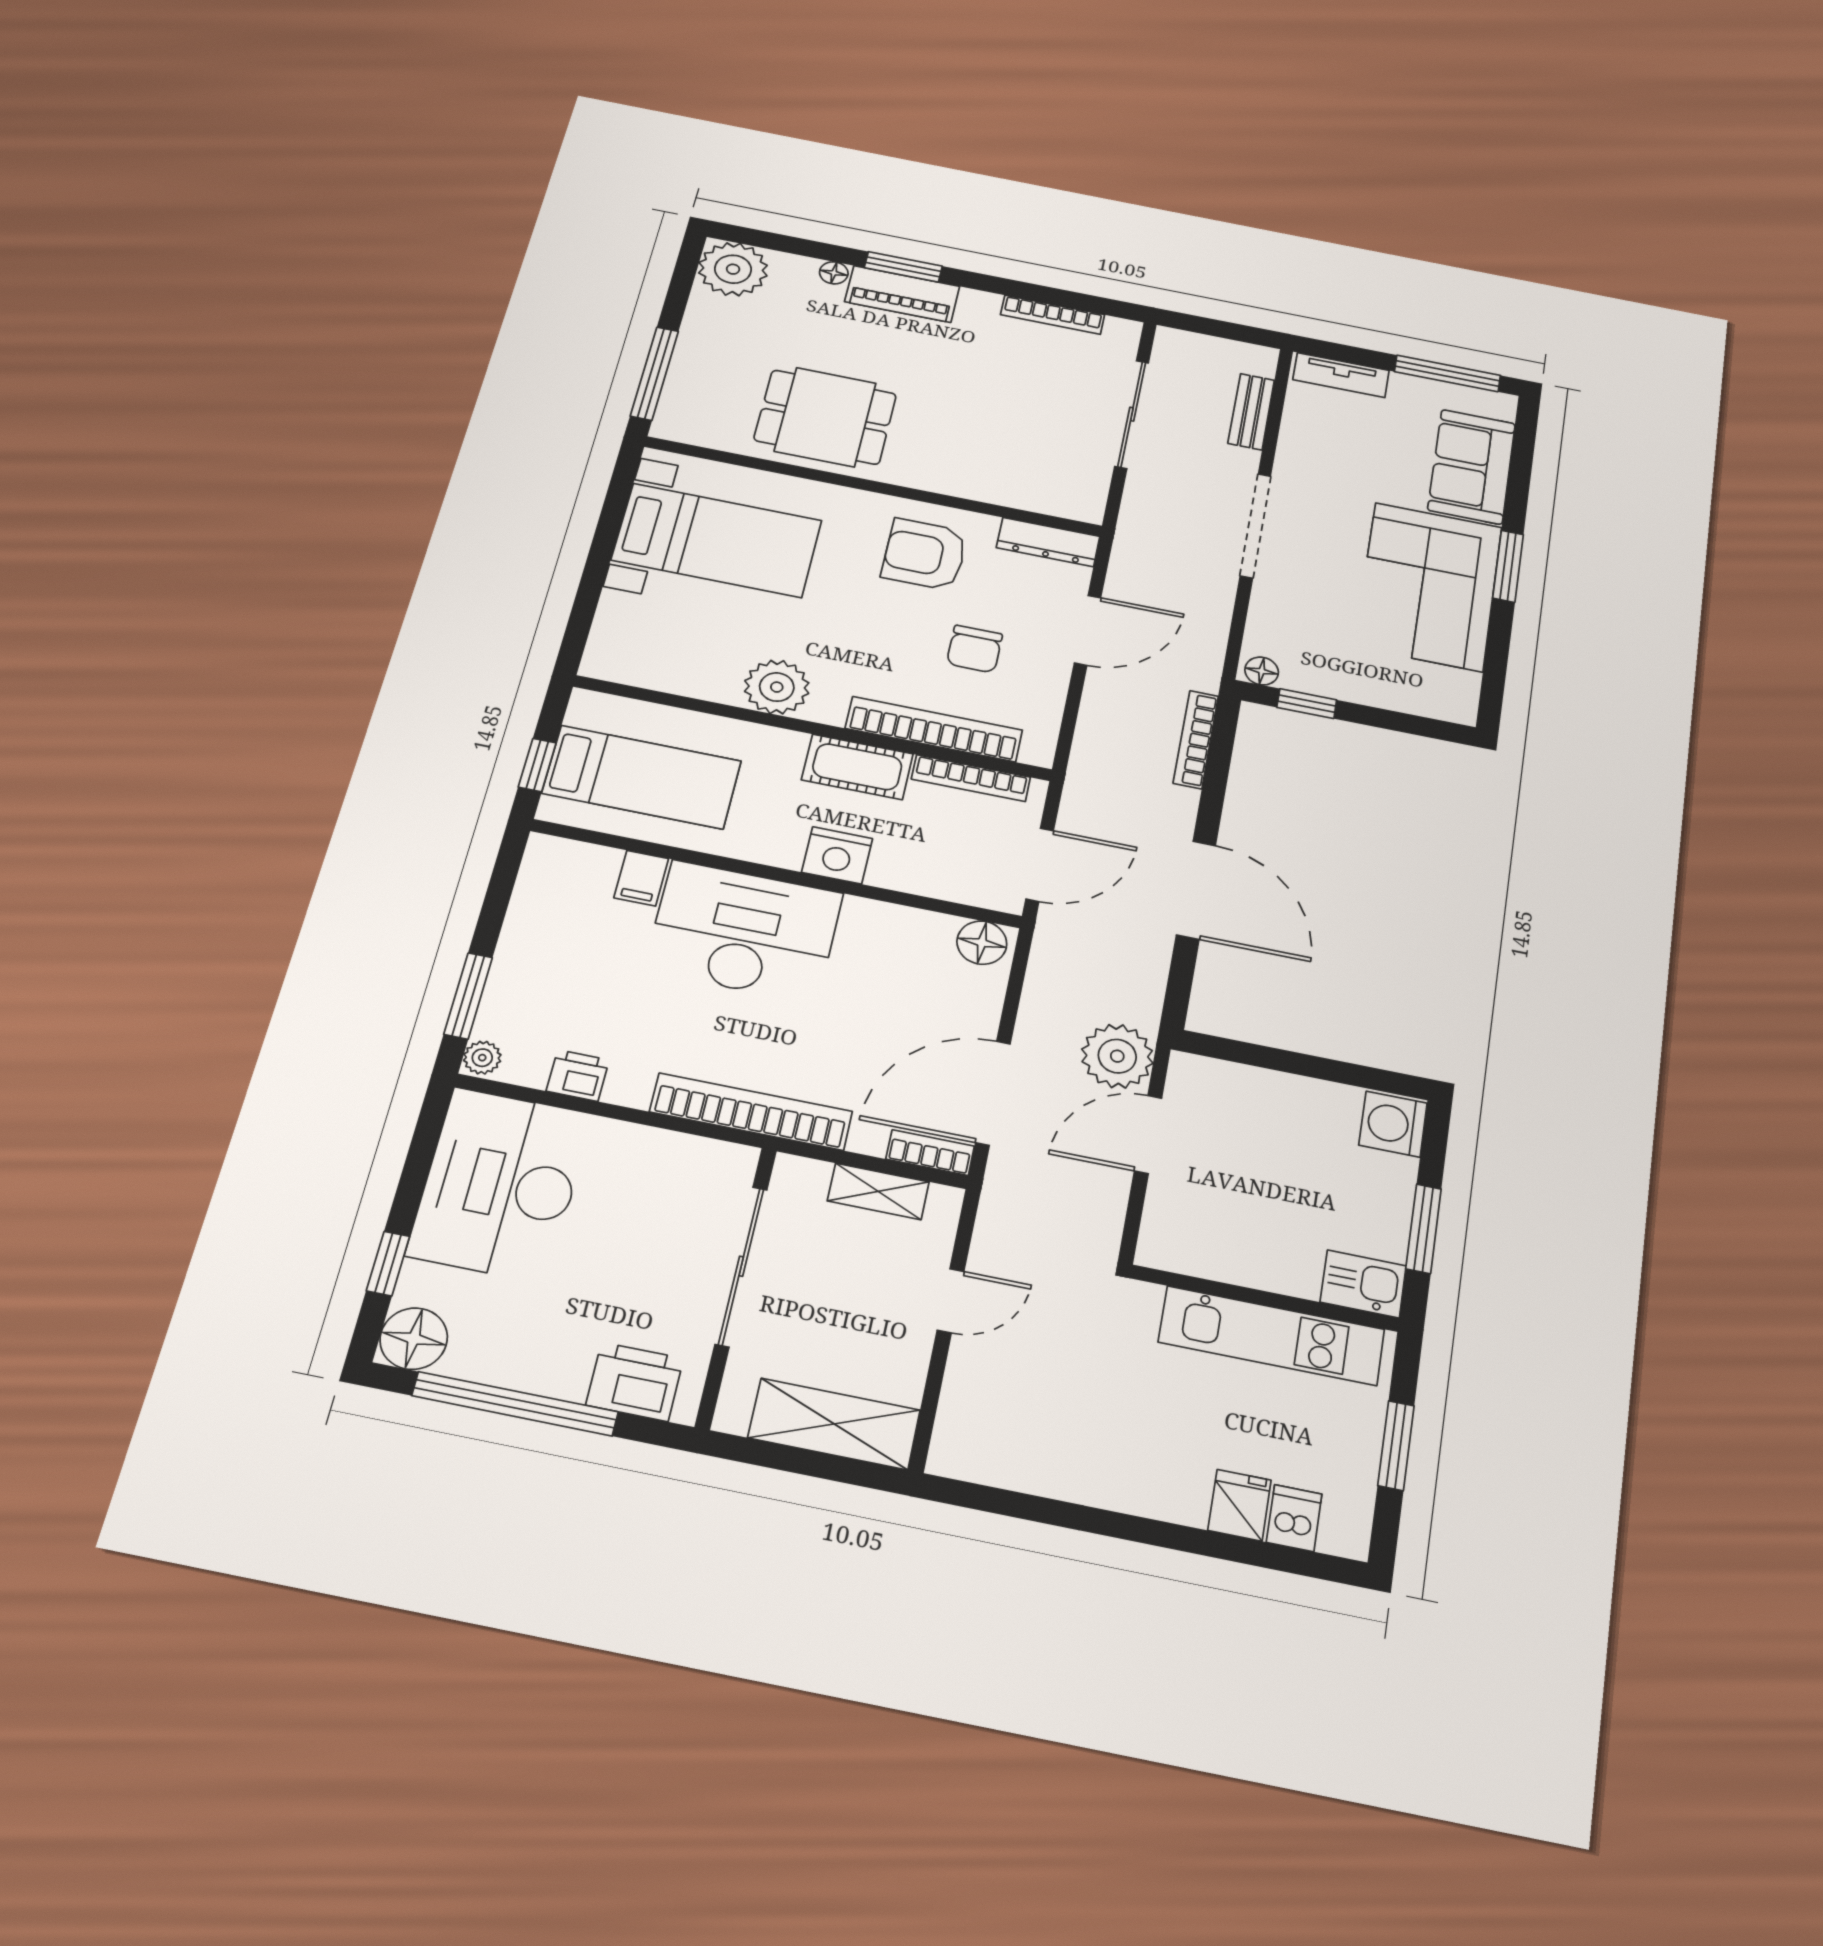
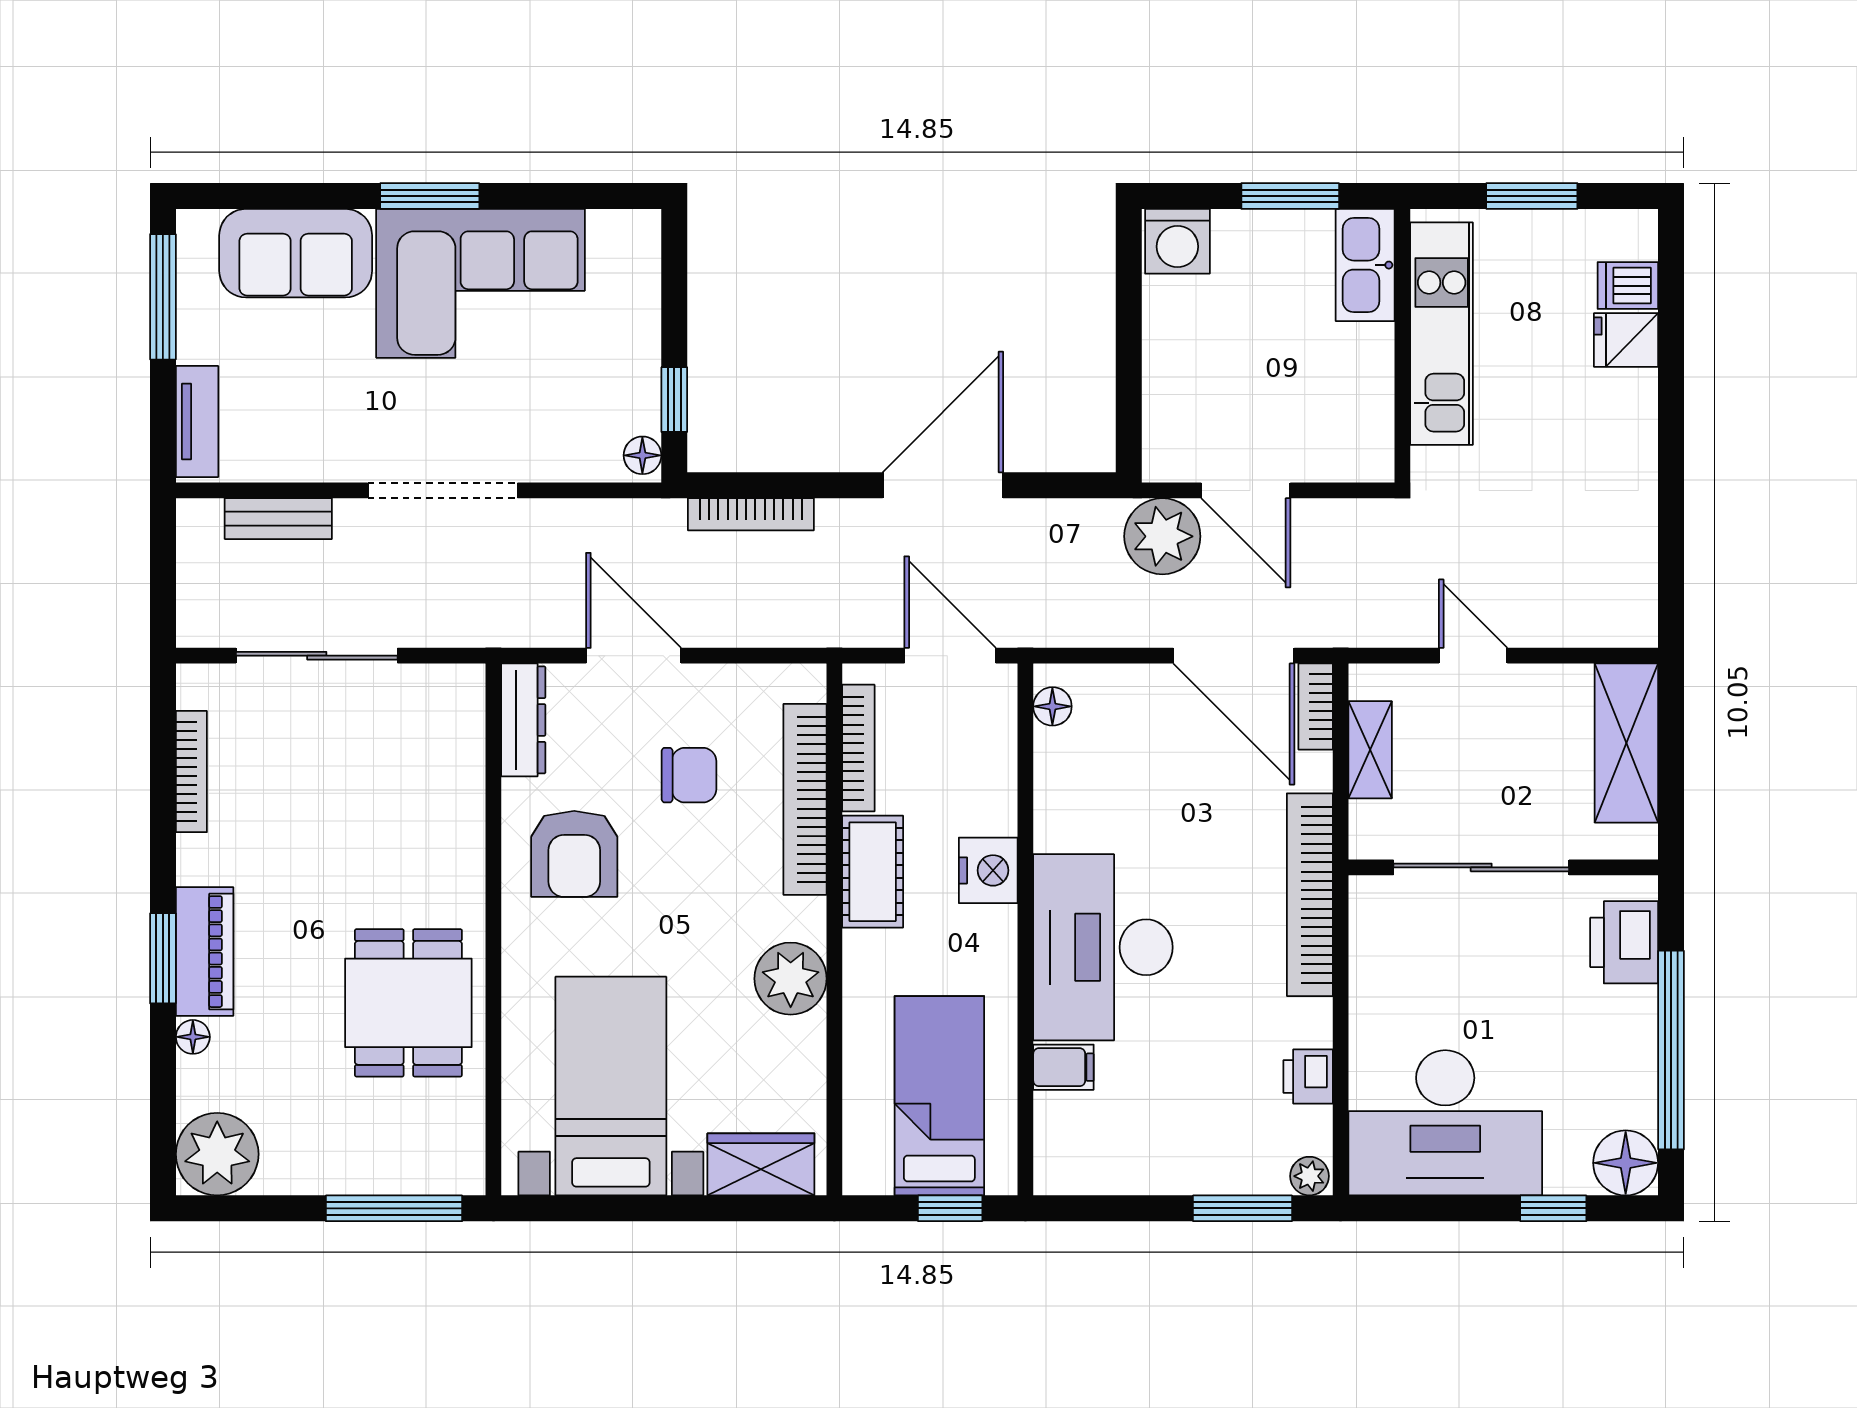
wardrobe: (618, 633) -> (761, 1164), added
floor lamp: (982, 943) -> (1052, 706), width x0.73, depth x0.73
kitchen sink: (1363, 1284) -> (1365, 265), width x1.38

